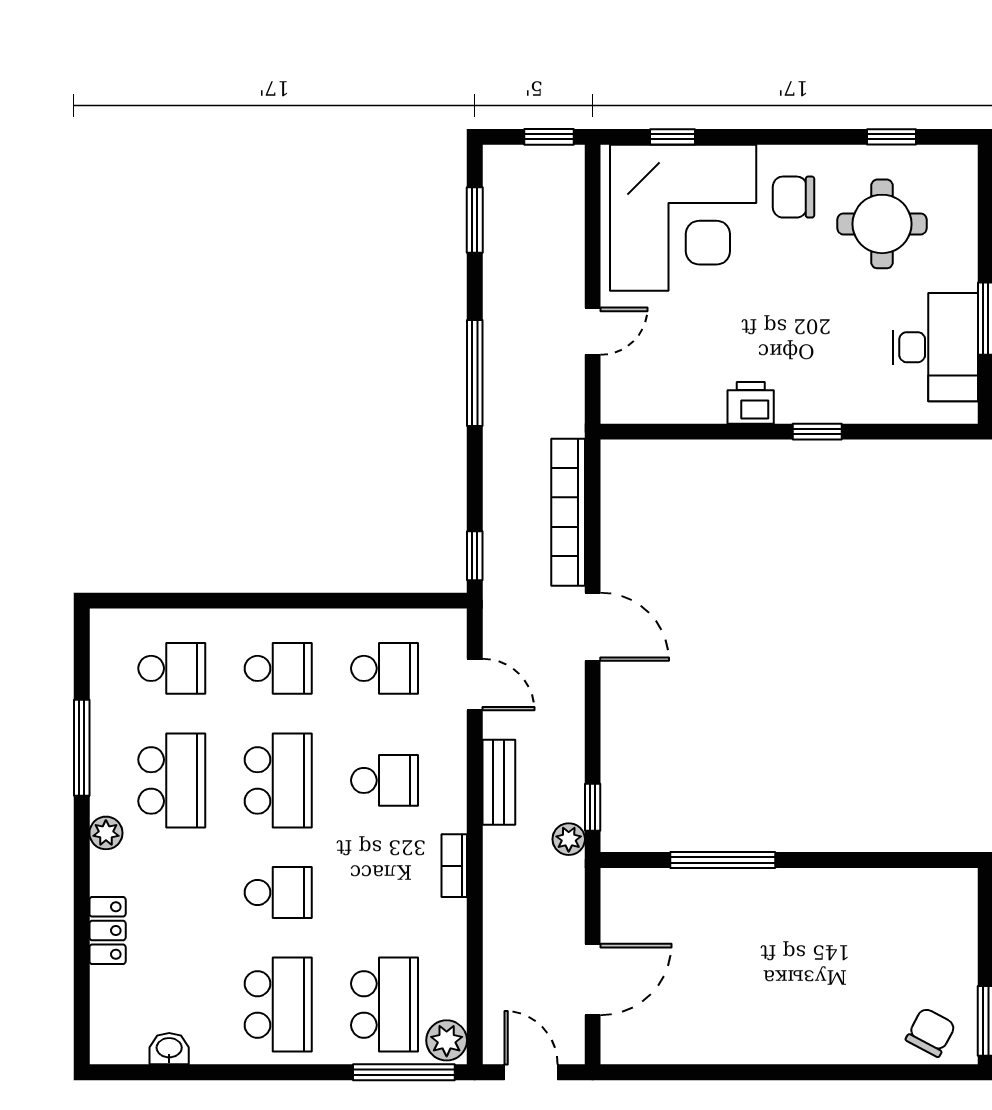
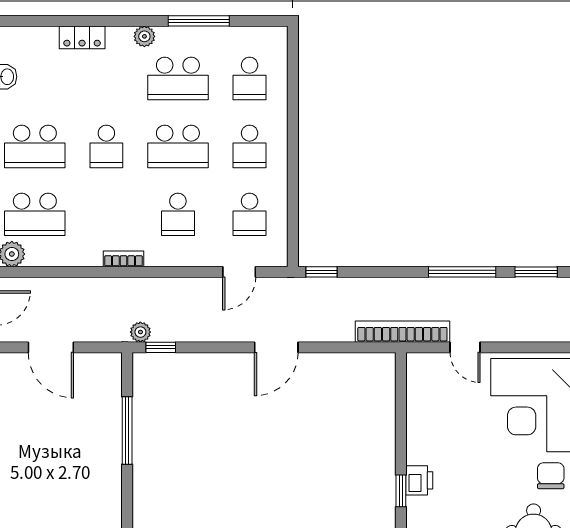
window: (475, 373) -> (462, 272), moved
printer: (751, 403) -> (419, 480), moved
bookcase: (568, 512) -> (402, 332), moved
bench: (499, 782) -> (177, 287), removed

